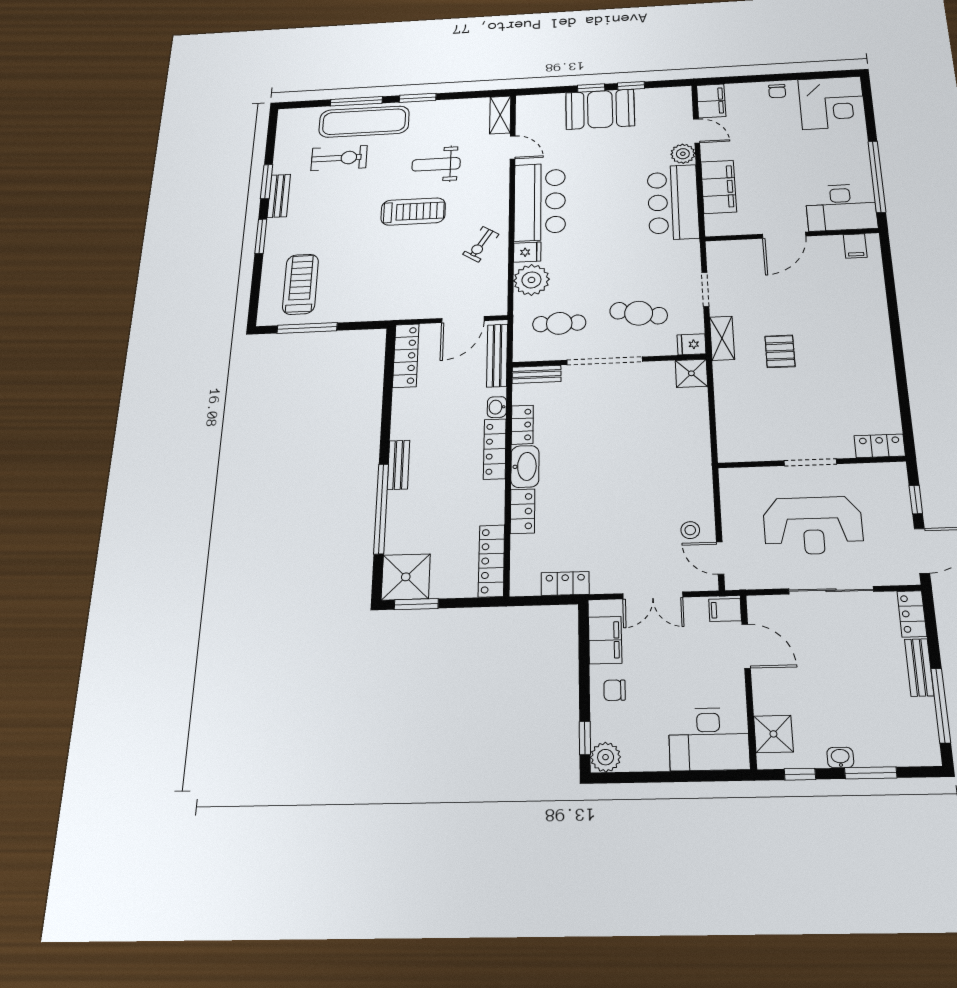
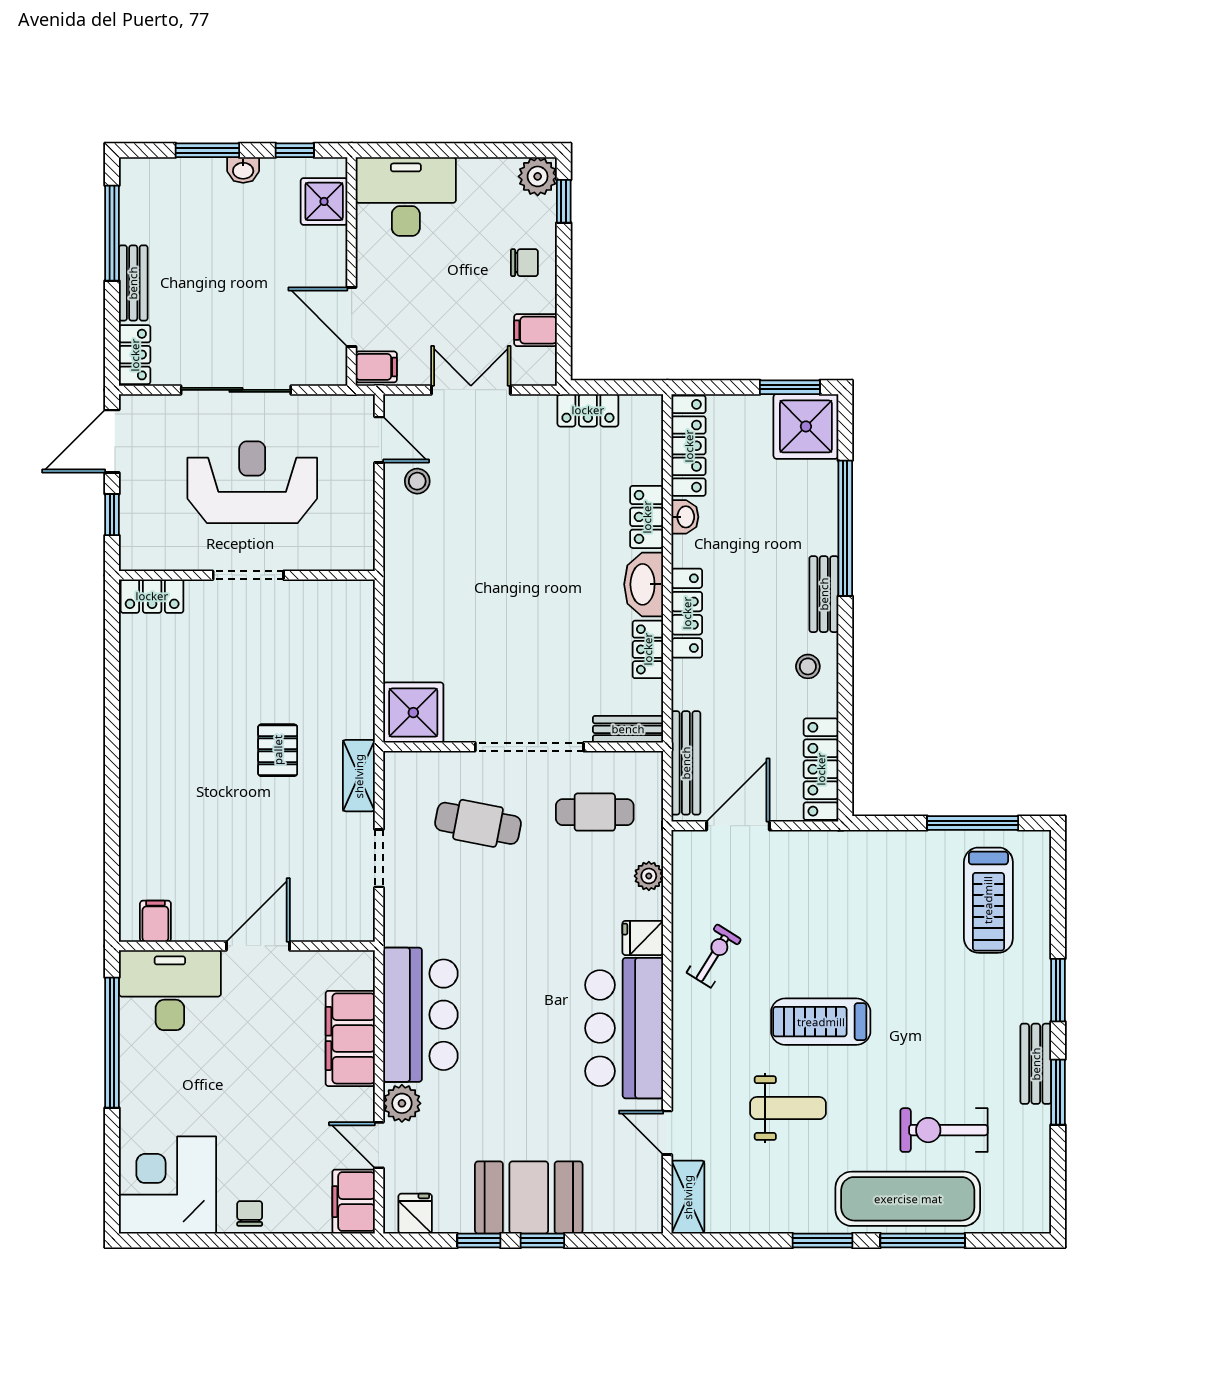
plant: (531, 280) -> (649, 876), width x0.53, depth x0.53
fridge: (692, 344) -> (415, 1214), moved, turned -90
shower: (691, 373) -> (413, 713), width x1.36, depth x1.36
washbasin: (497, 407) -> (685, 517), moved
stool: (412, 418) -> (808, 666), added
filing cabinet: (605, 640) -> (535, 330), width x0.50

